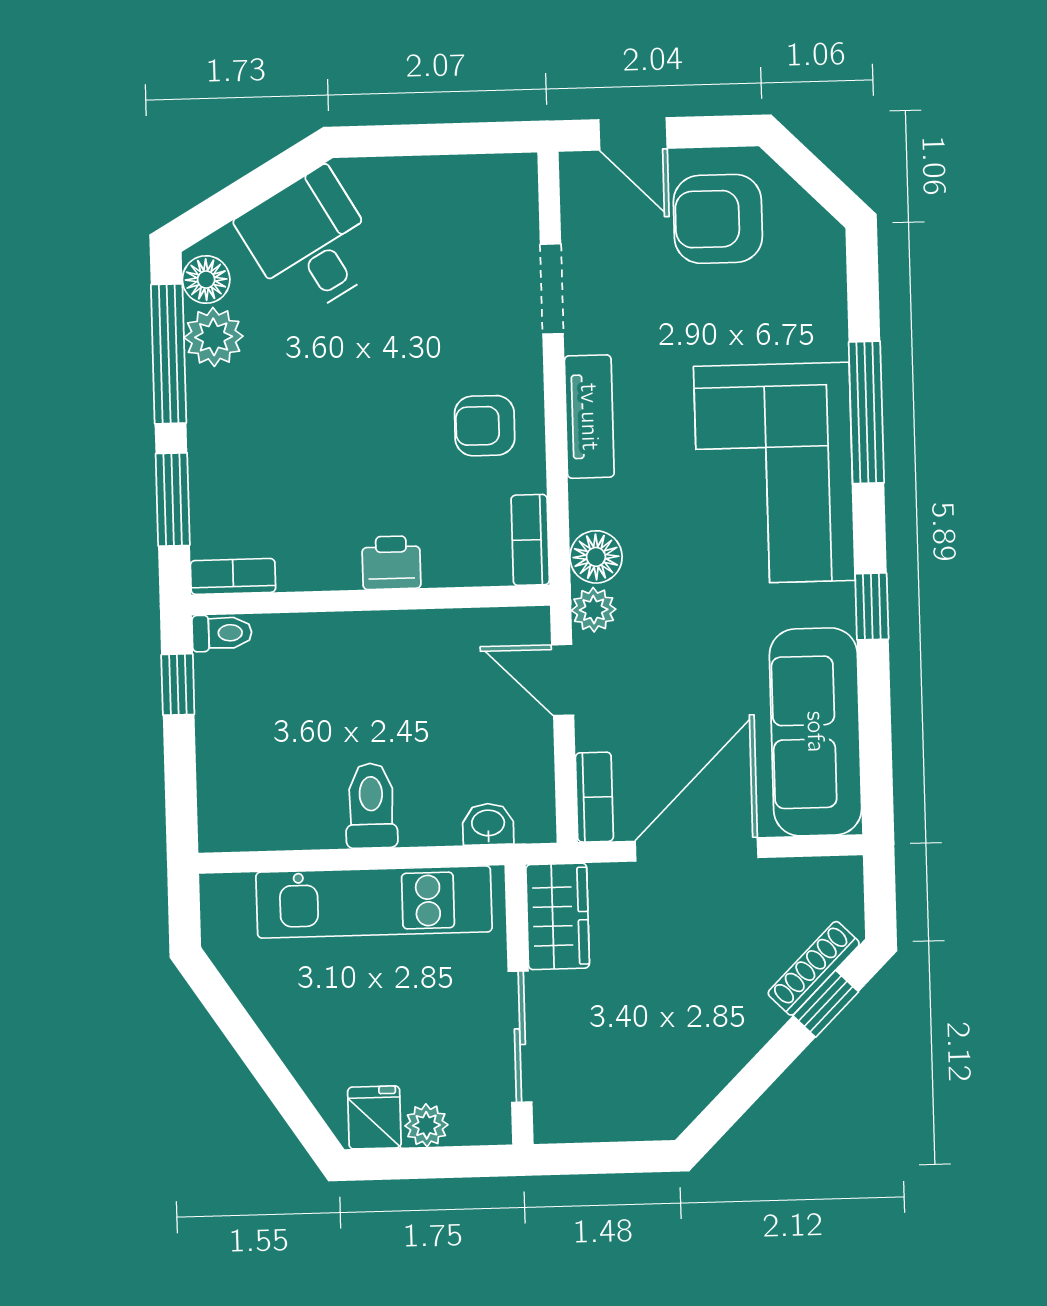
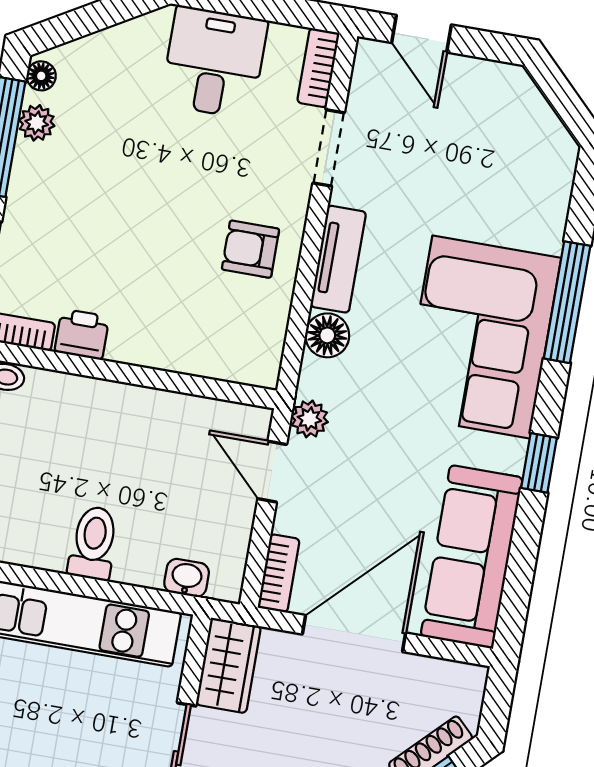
armchair: (718, 219) -> (477, 118), removed
desk: (311, 243) -> (214, 62), moved, turned 30
floor lamp: (206, 280) -> (41, 76), width x0.73, depth x0.73
plant: (214, 337) -> (37, 123), width x0.73, depth x0.73
bookcase: (530, 540) -> (318, 68), moved
floor lamp: (596, 557) -> (327, 335), moved
printer: (391, 563) -> (82, 334), moved

